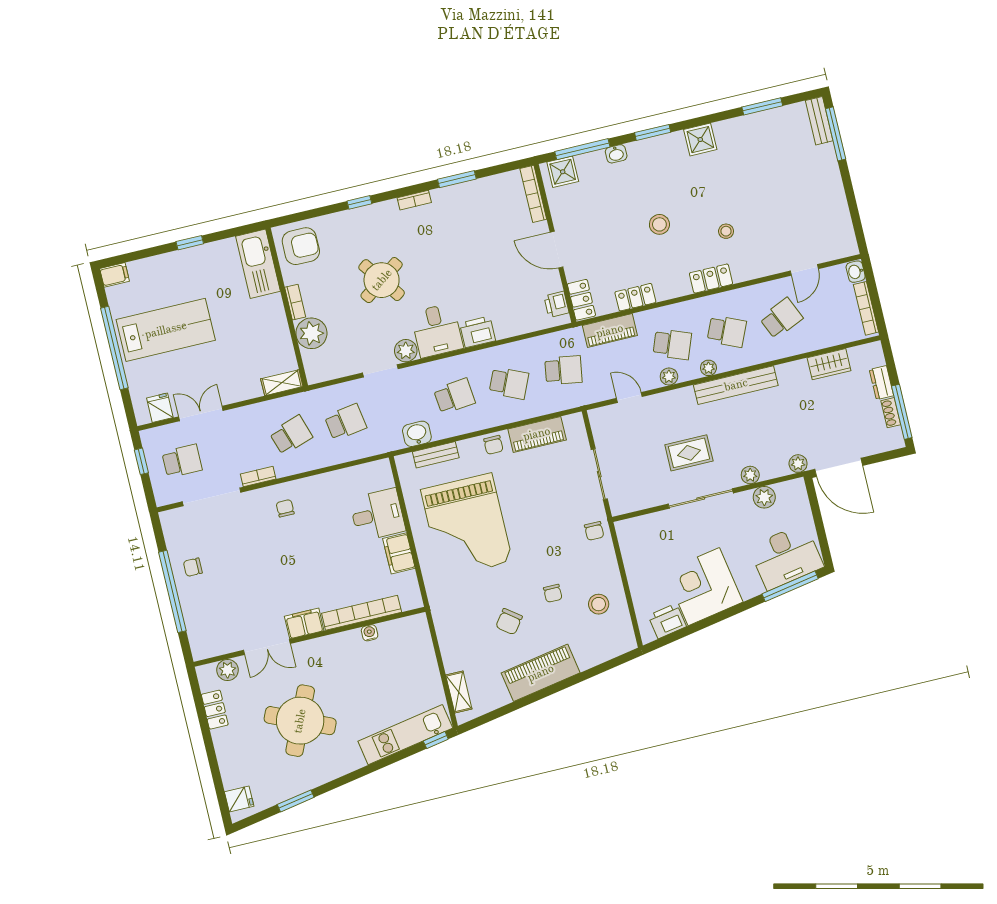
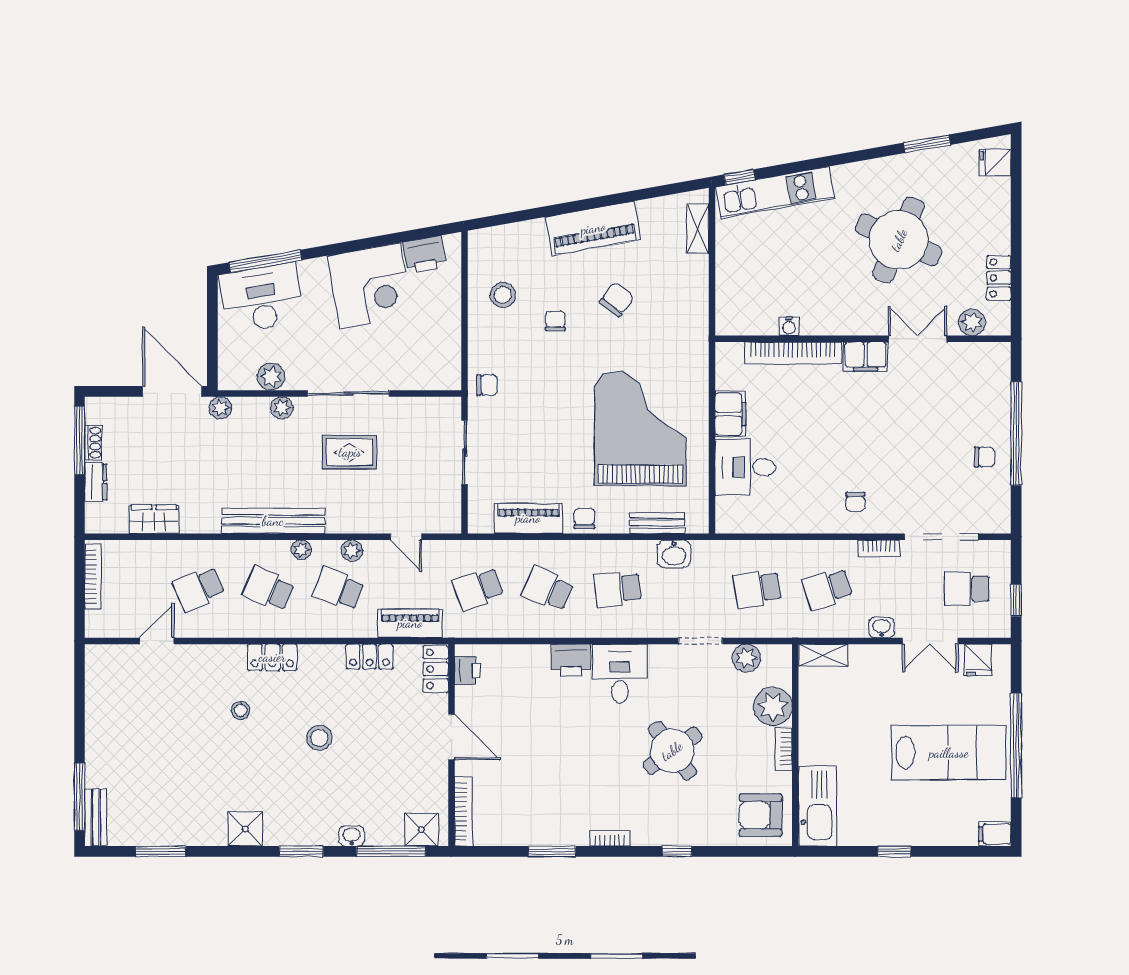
washbasin: (856, 272) -> (882, 627), moved, turned -90
lab bench: (166, 330) -> (949, 753), turned 180
plant: (406, 351) -> (746, 658), moved
school desk: (563, 370) -> (478, 589), turned -30
chair: (594, 531) -> (487, 385), turned 90

